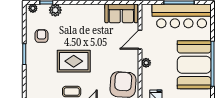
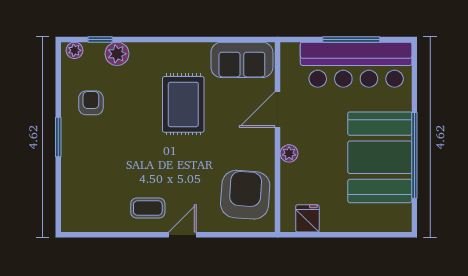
rug: (74, 61) -> (183, 104), moved, turned 90

